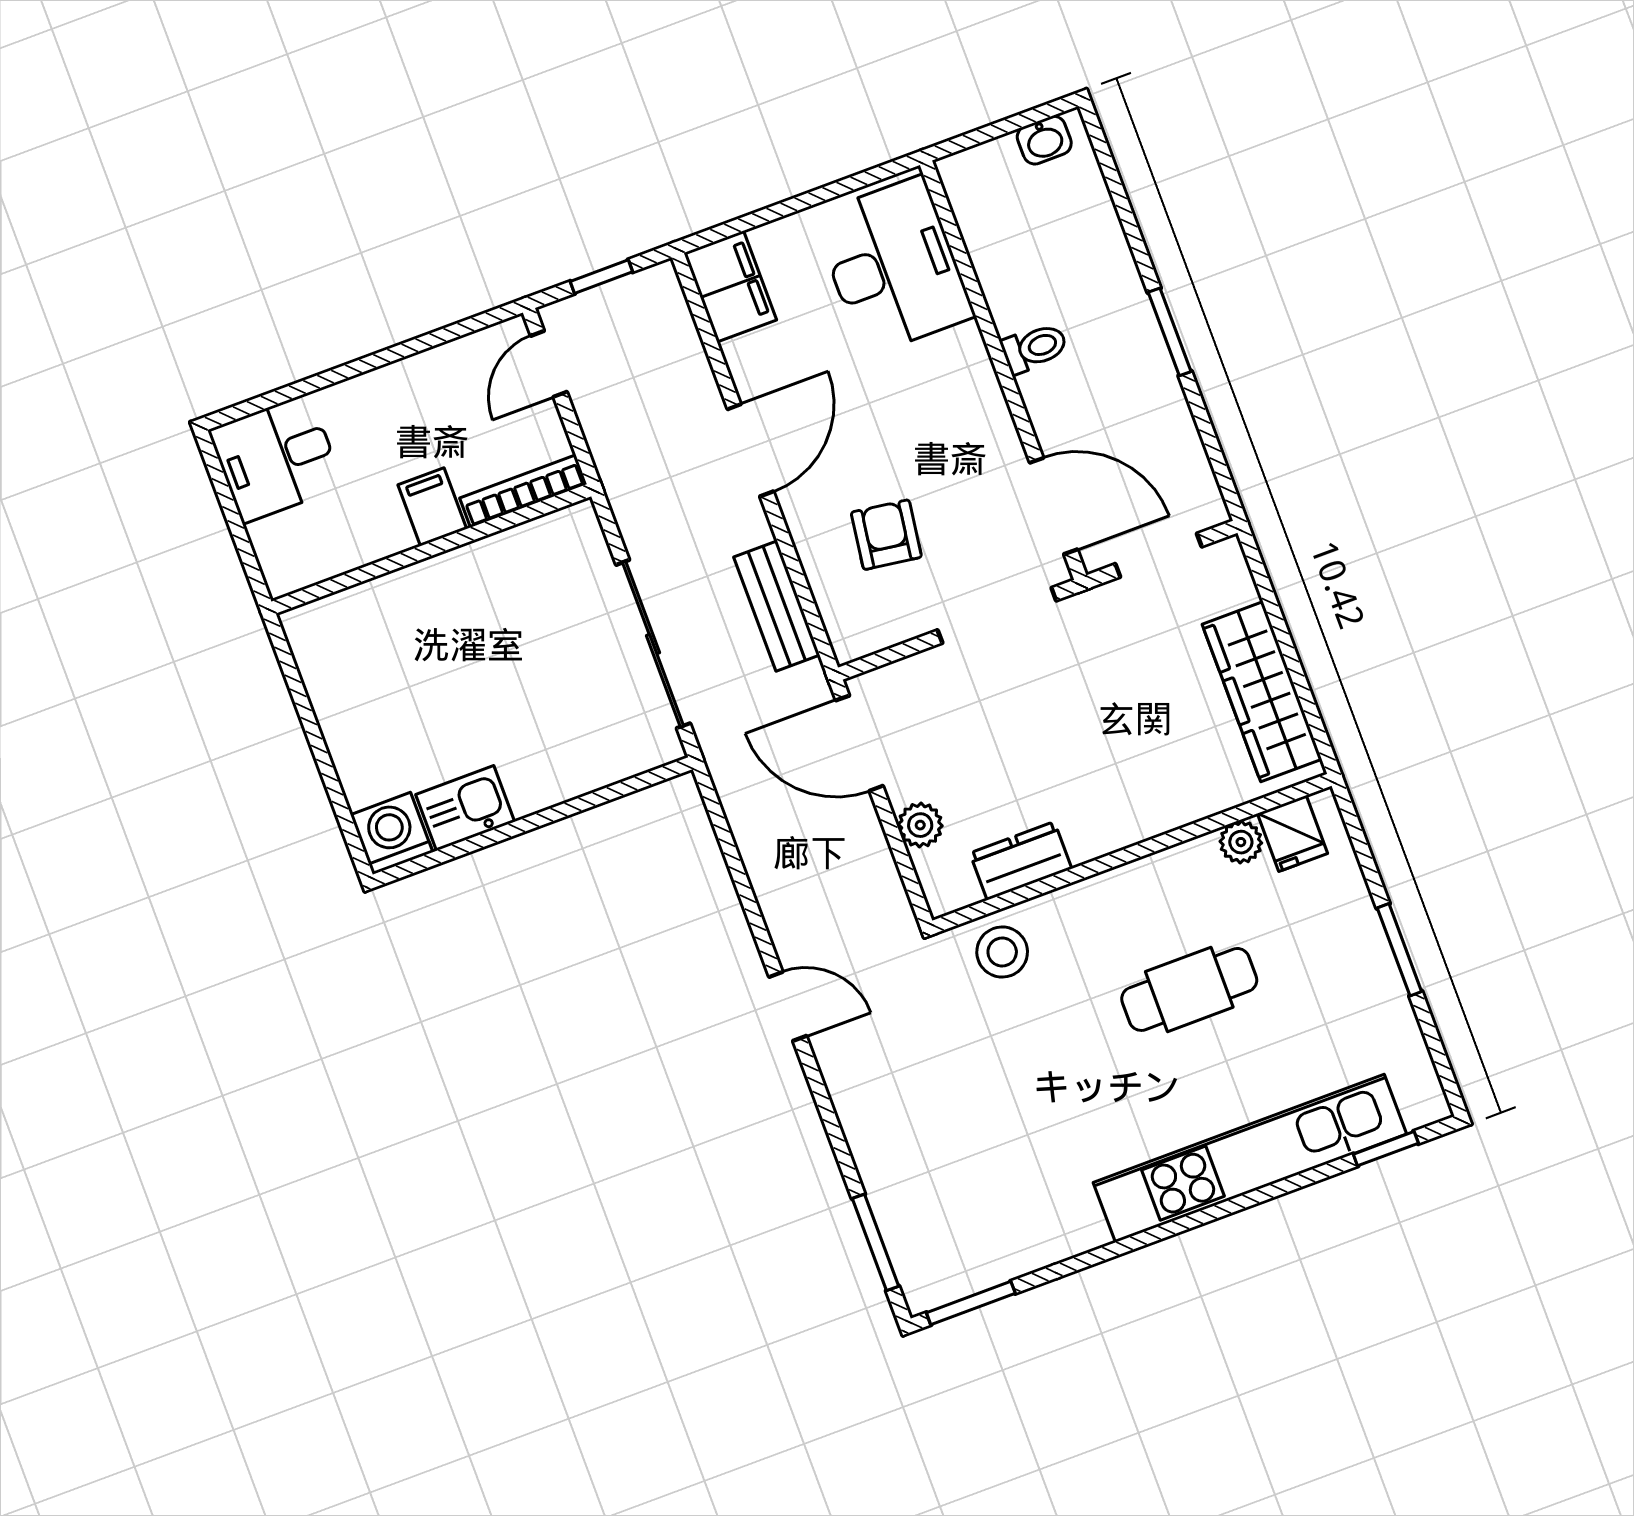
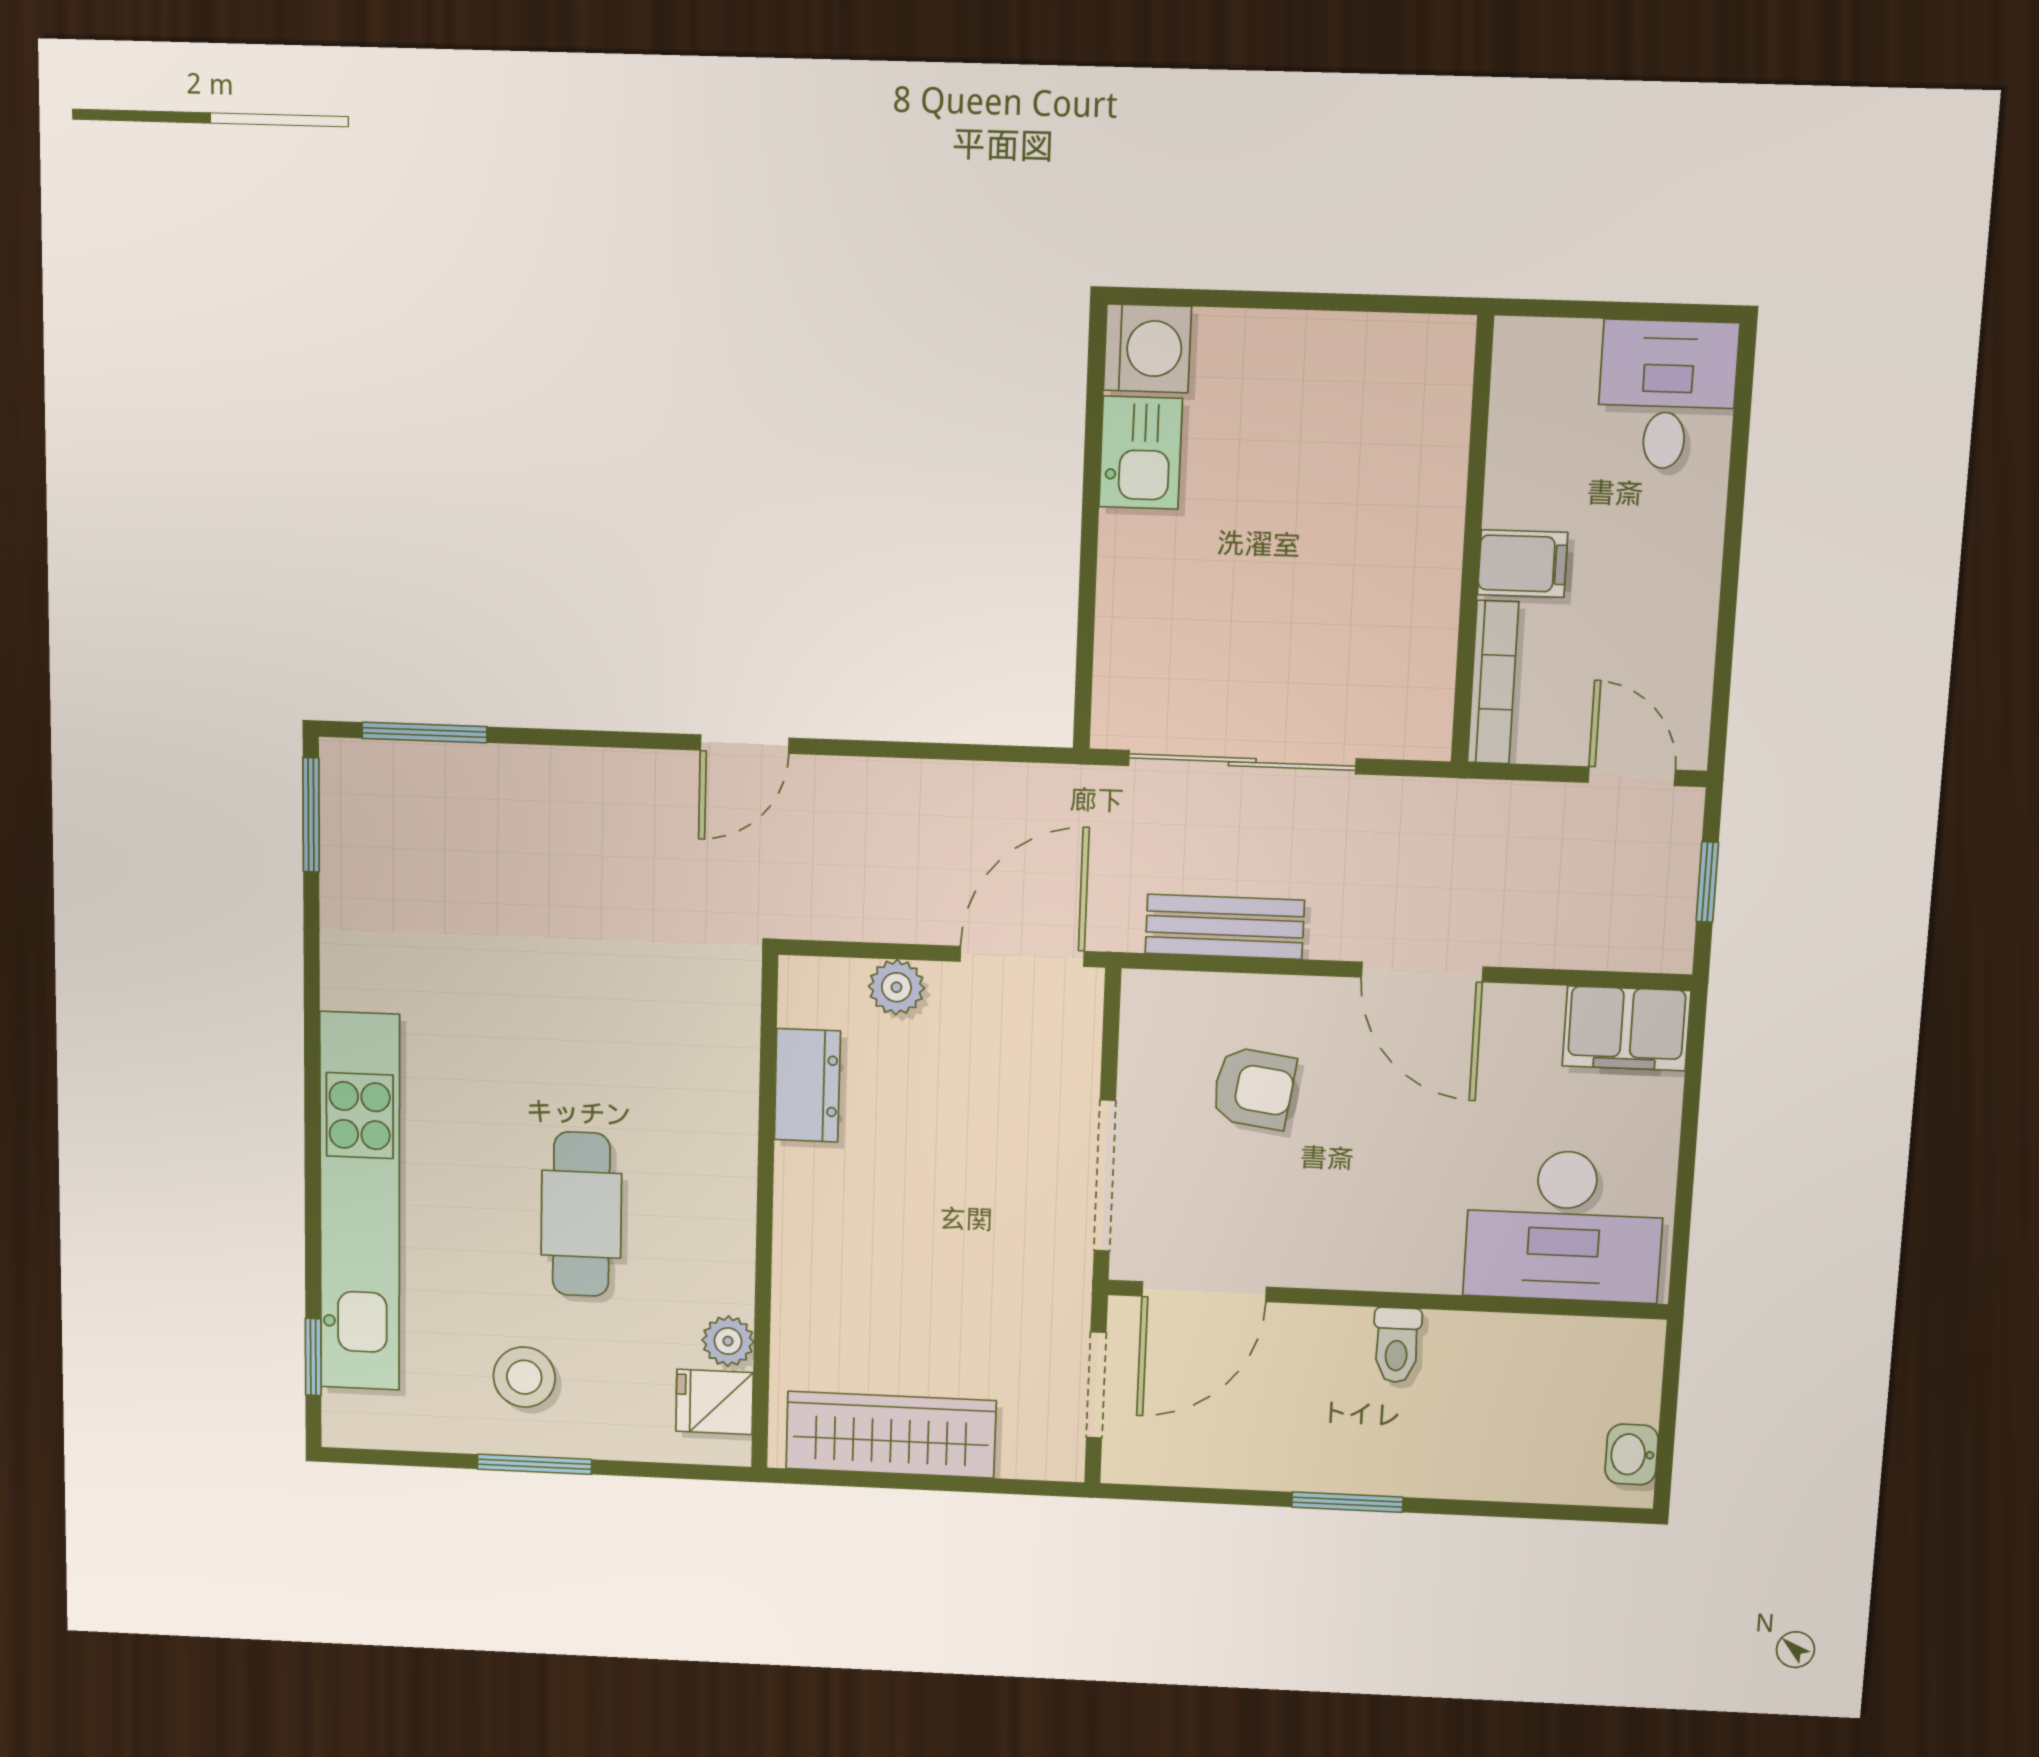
stool: (1002, 952) -> (524, 1377), moved

